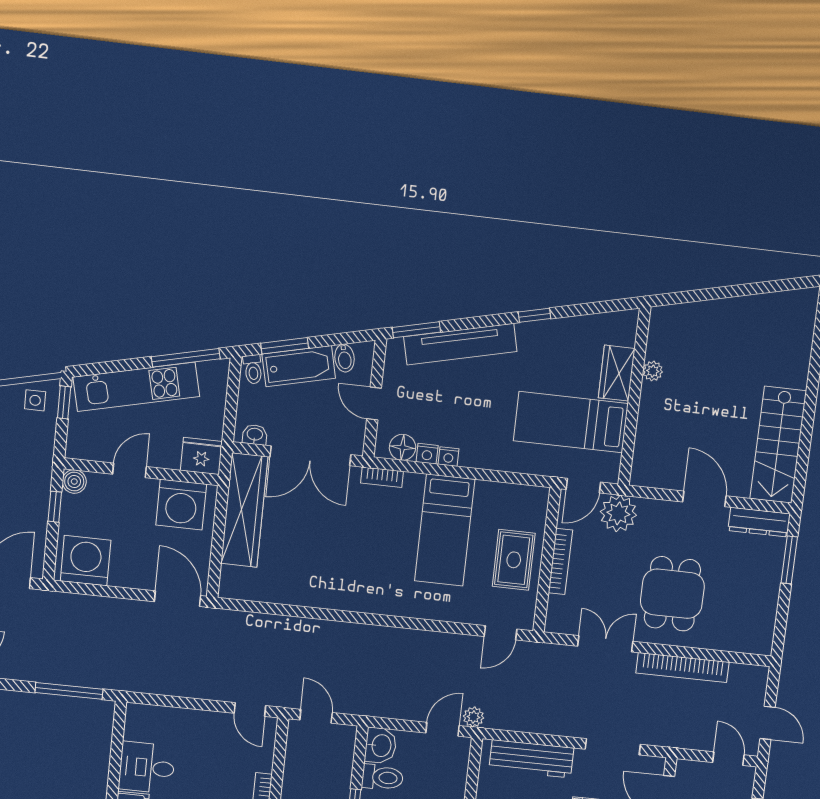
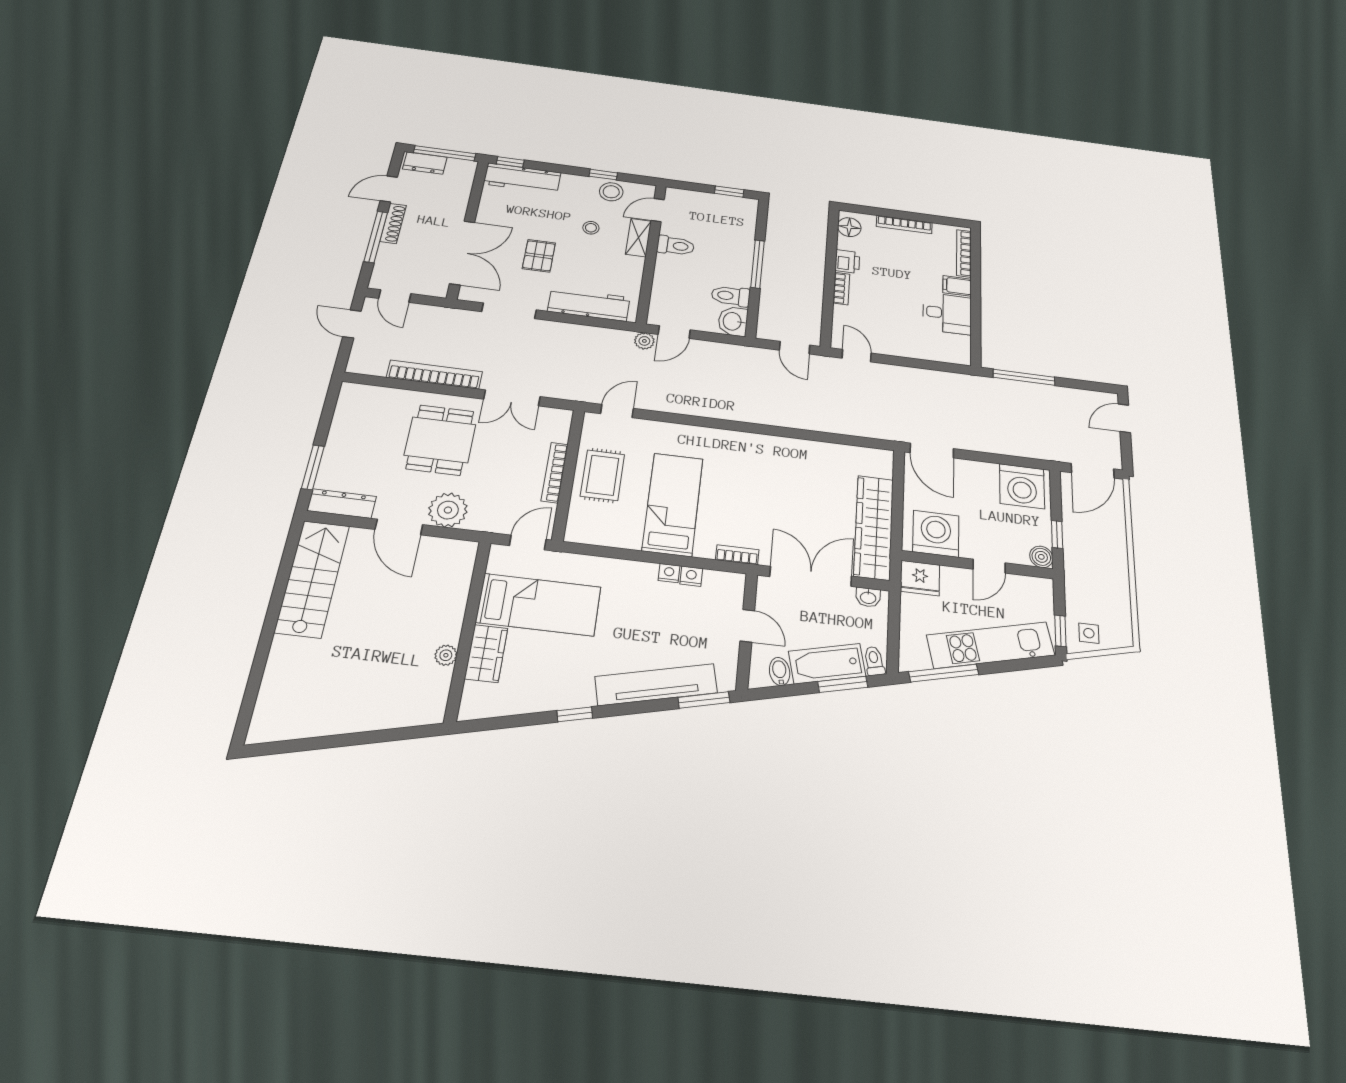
floor lamp: (402, 447) -> (717, 583), removed
plant: (618, 513) -> (448, 510), moved

